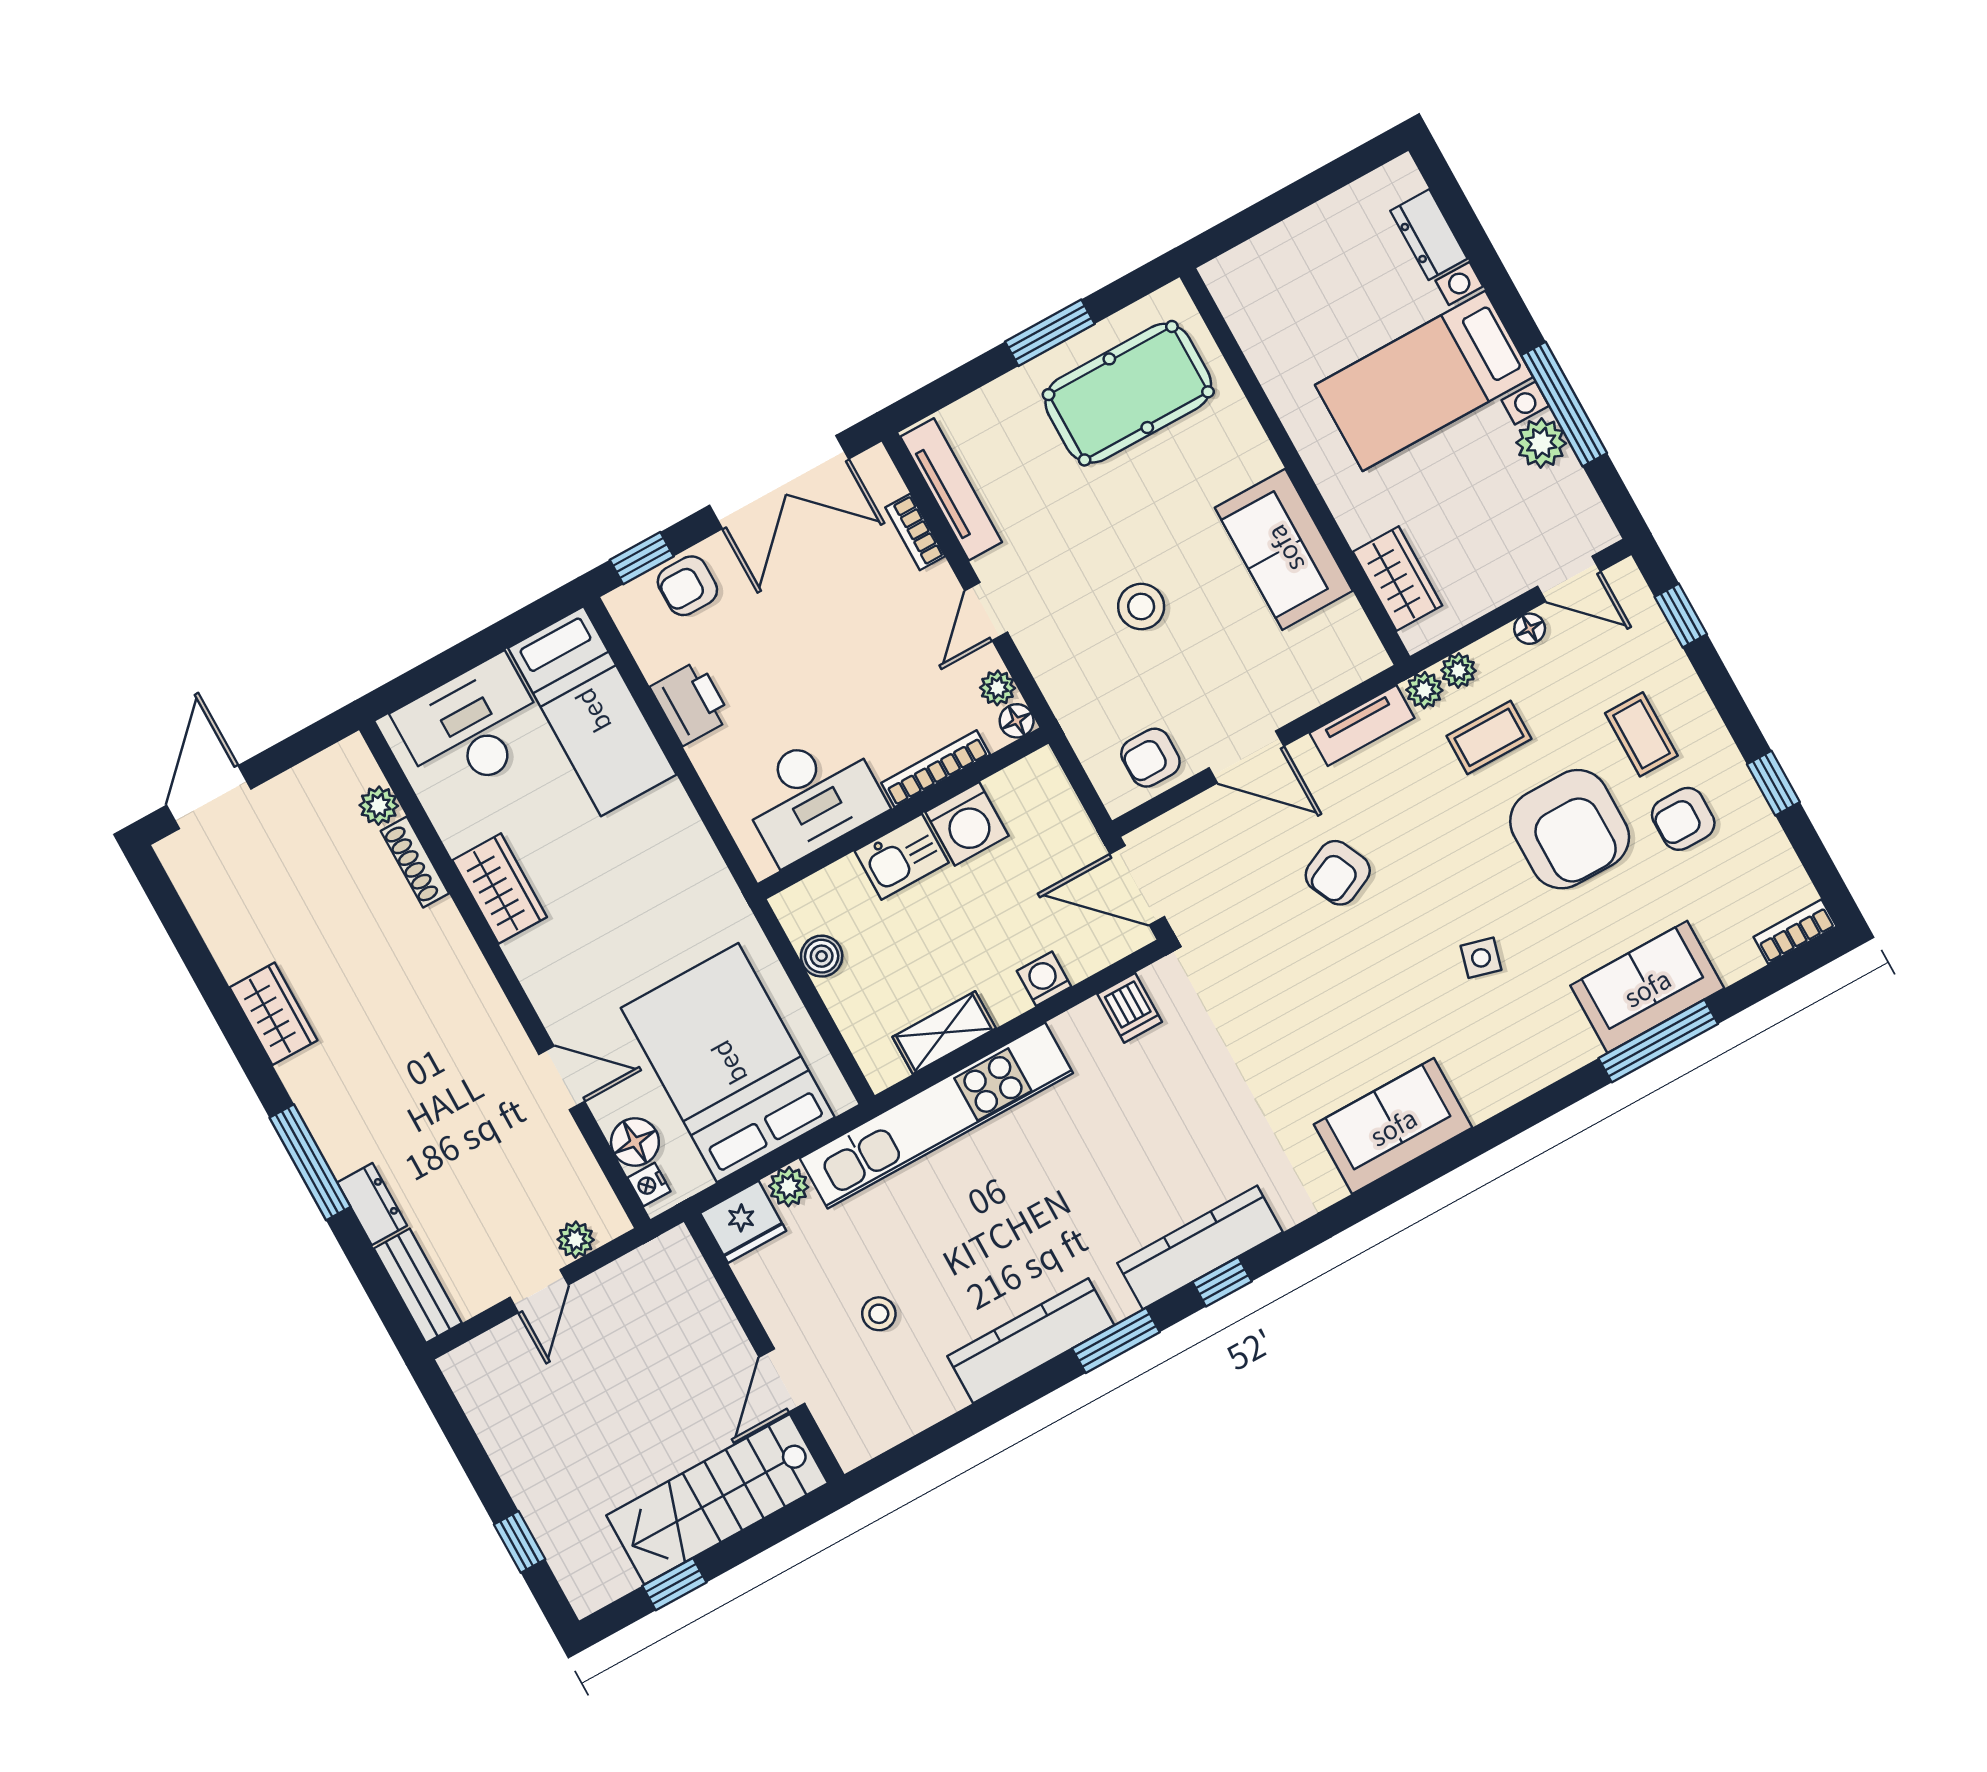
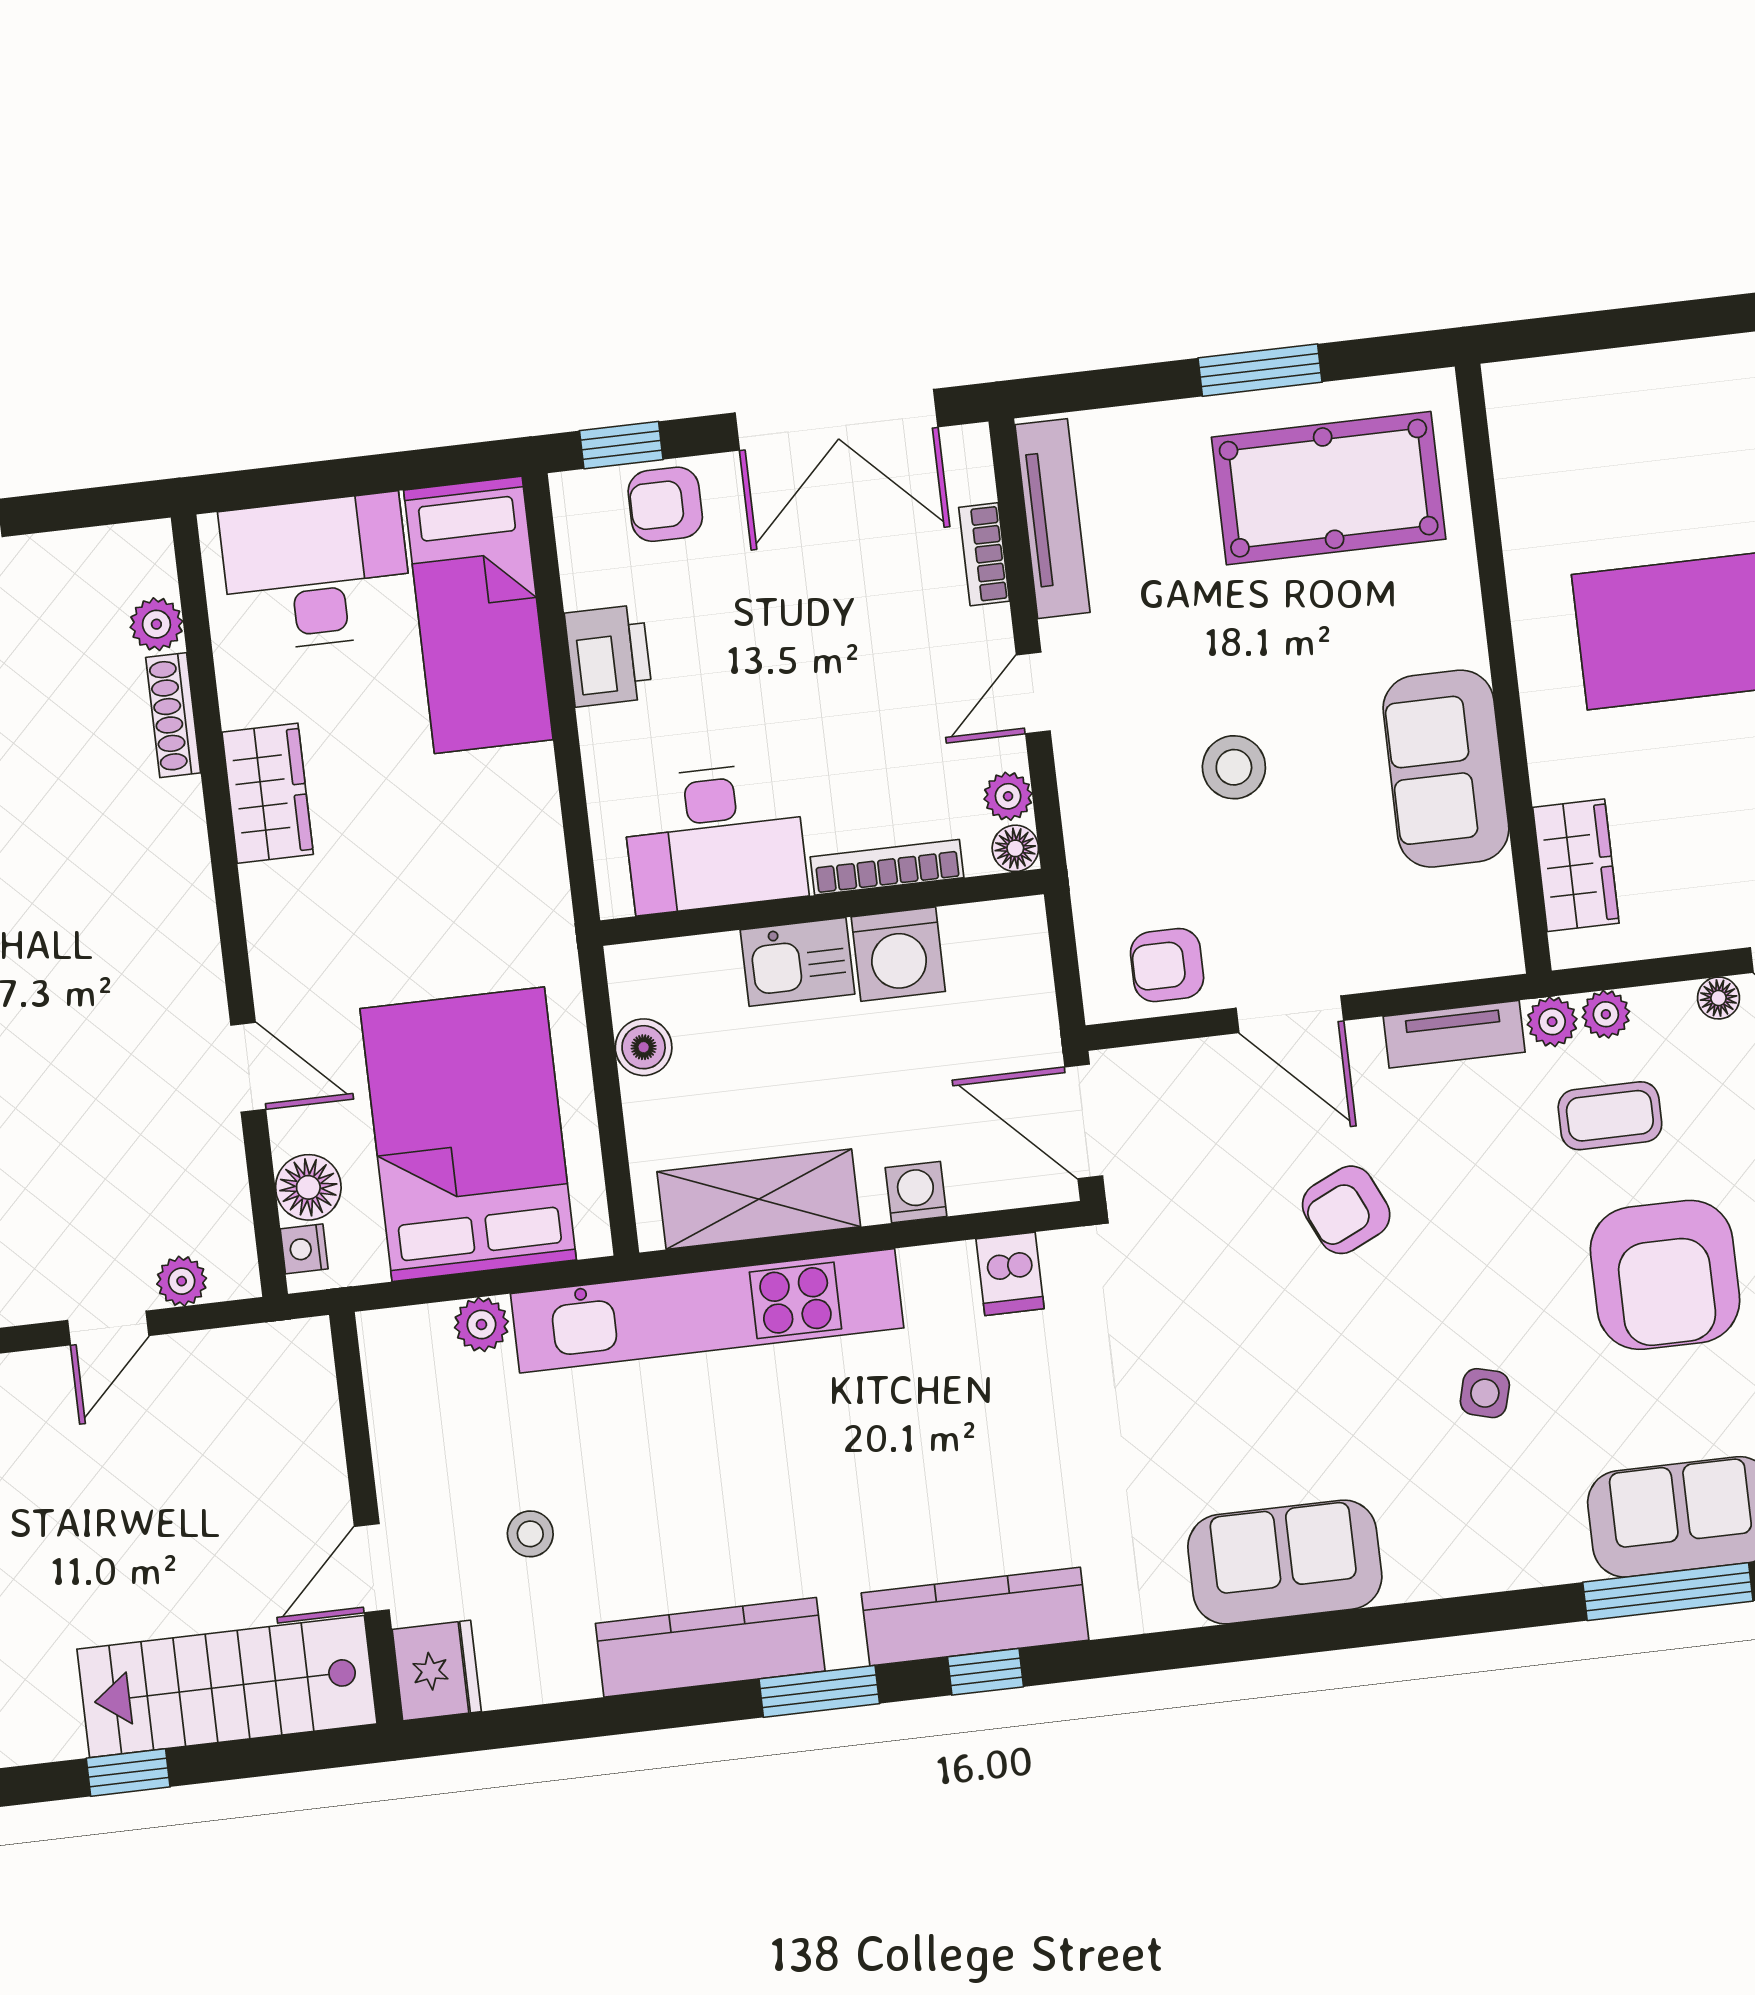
shelving: (944, 1033) -> (759, 1199), width x1.50, depth x1.33
fridge: (743, 1222) -> (437, 1670), moved, turned -90

